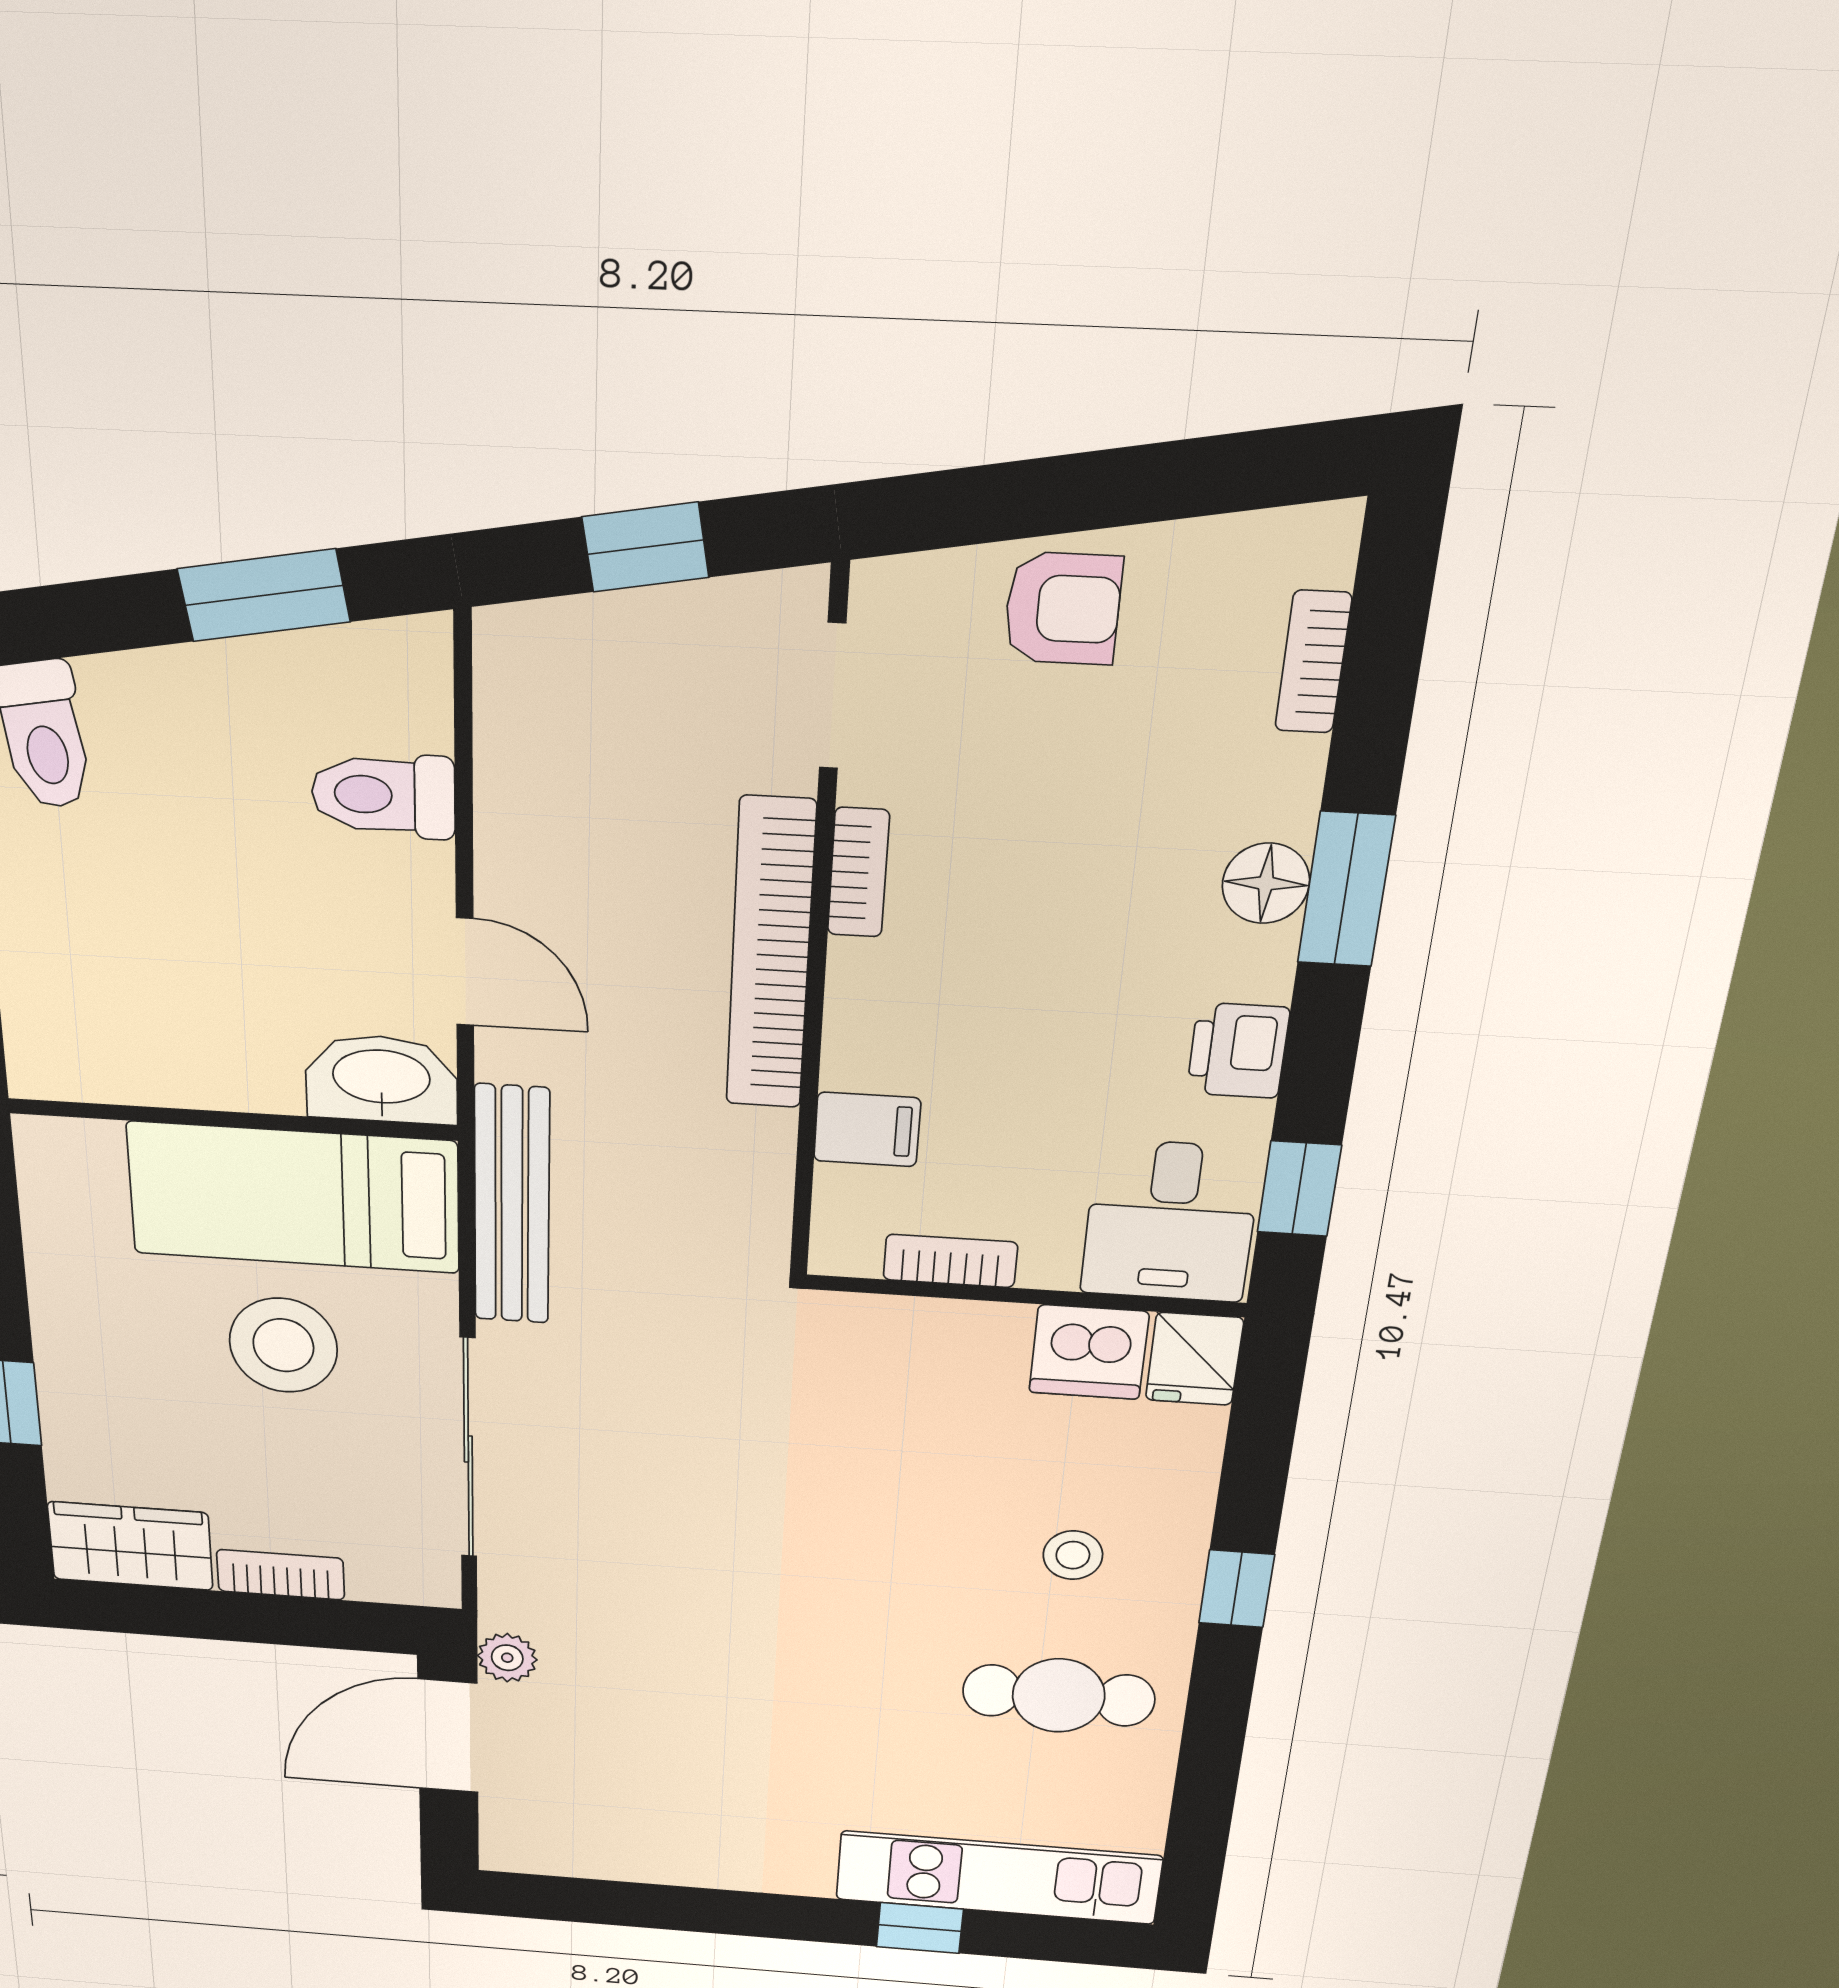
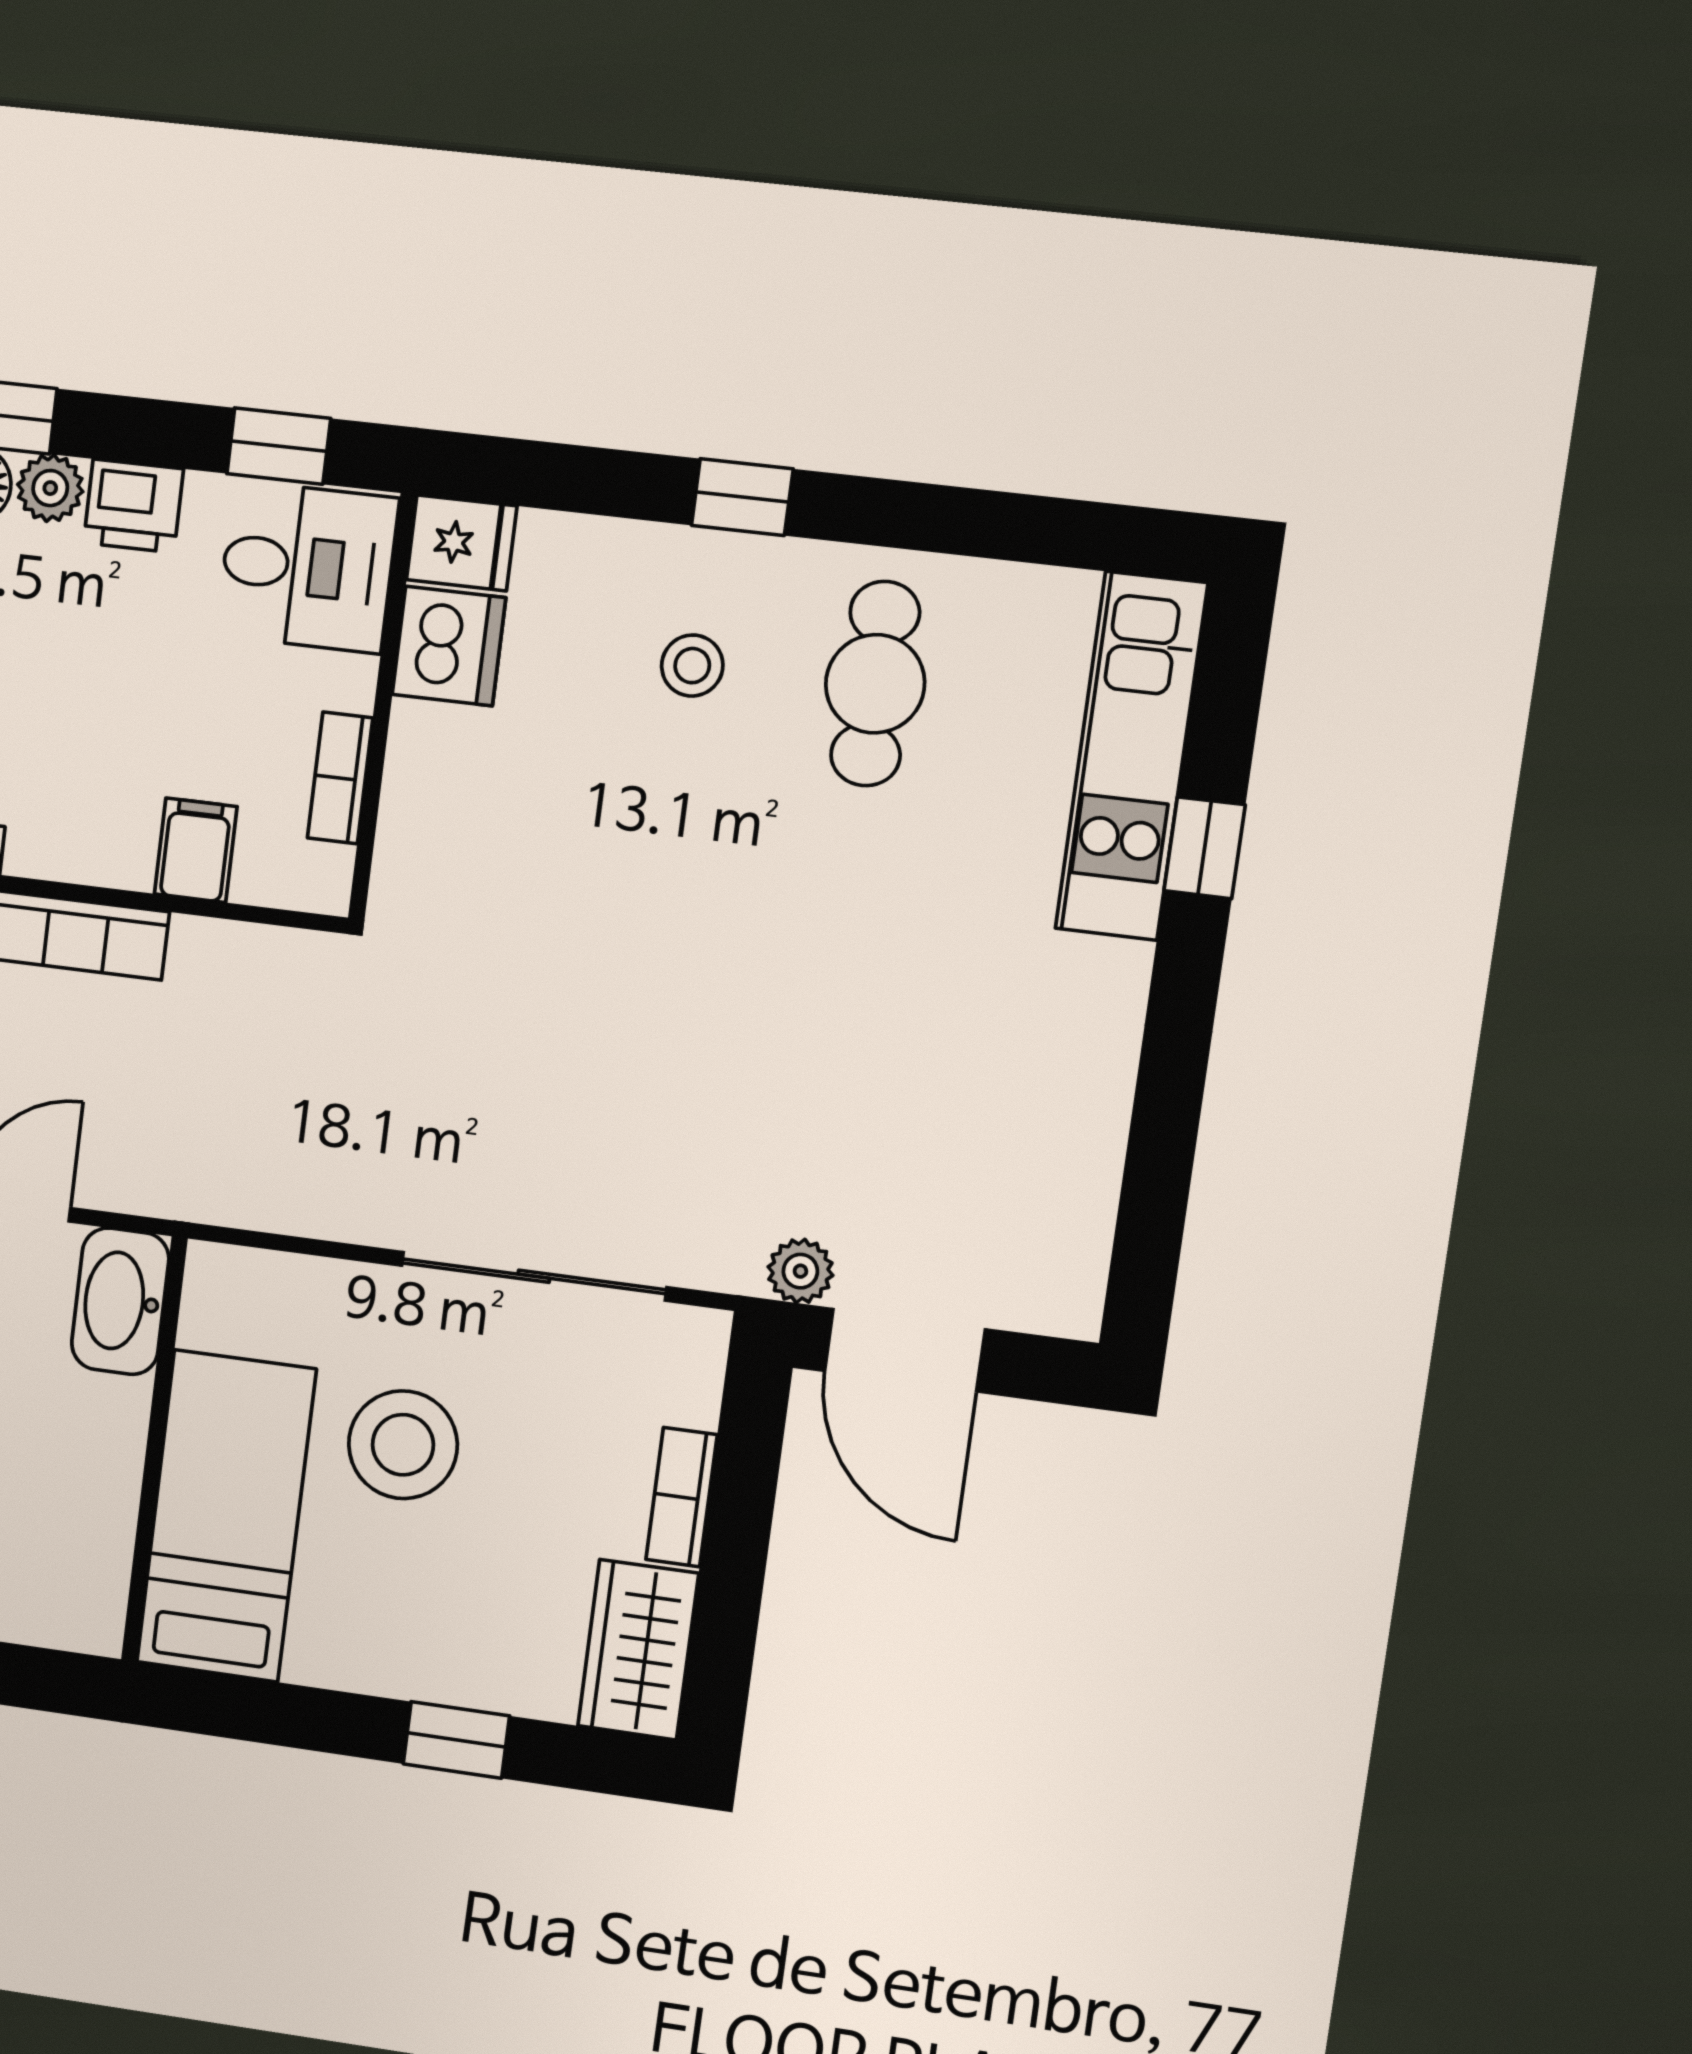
plant: (1260, 965) -> (50, 488), added
bed: (294, 1198) -> (226, 1516), moved, turned 180
bench: (512, 1205) -> (259, 1196), removed

